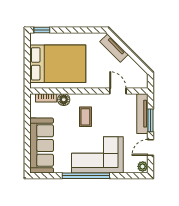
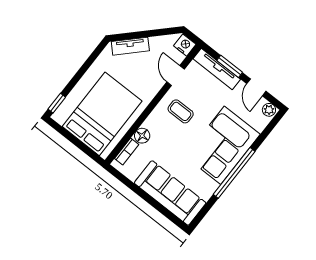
nightstand: (142, 82) -> (185, 45), added
door: (118, 91) -> (176, 76), hinge flipped
coffee table: (85, 117) -> (181, 111), moved

